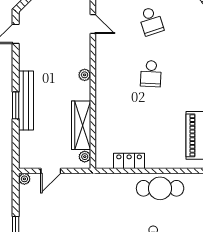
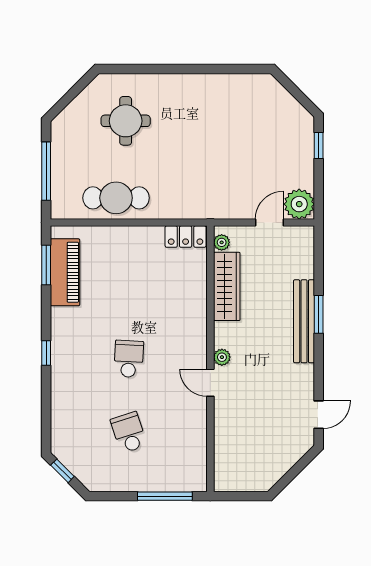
door: (93, 24) -> (210, 383), moved
locker: (129, 161) -> (186, 237), moved
plant: (24, 179) -> (299, 204), width x1.88, depth x1.88

